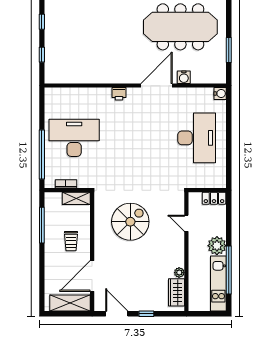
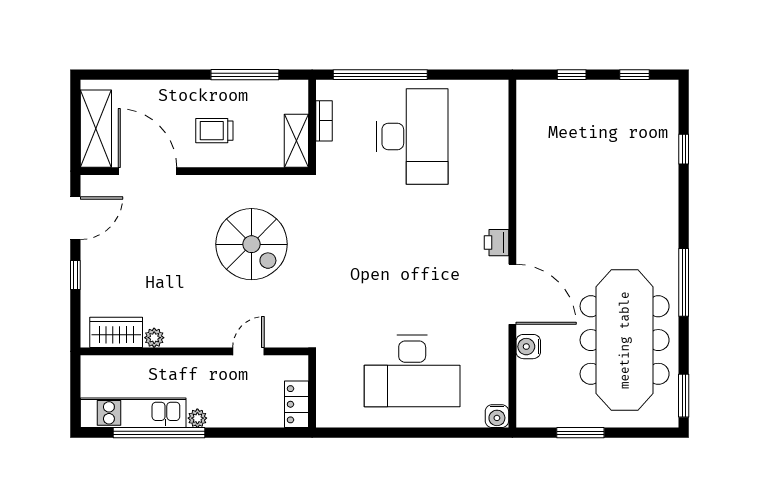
printer: (119, 94) -> (496, 243), moved
plant: (217, 246) -> (197, 418), width x0.53, depth x0.53

